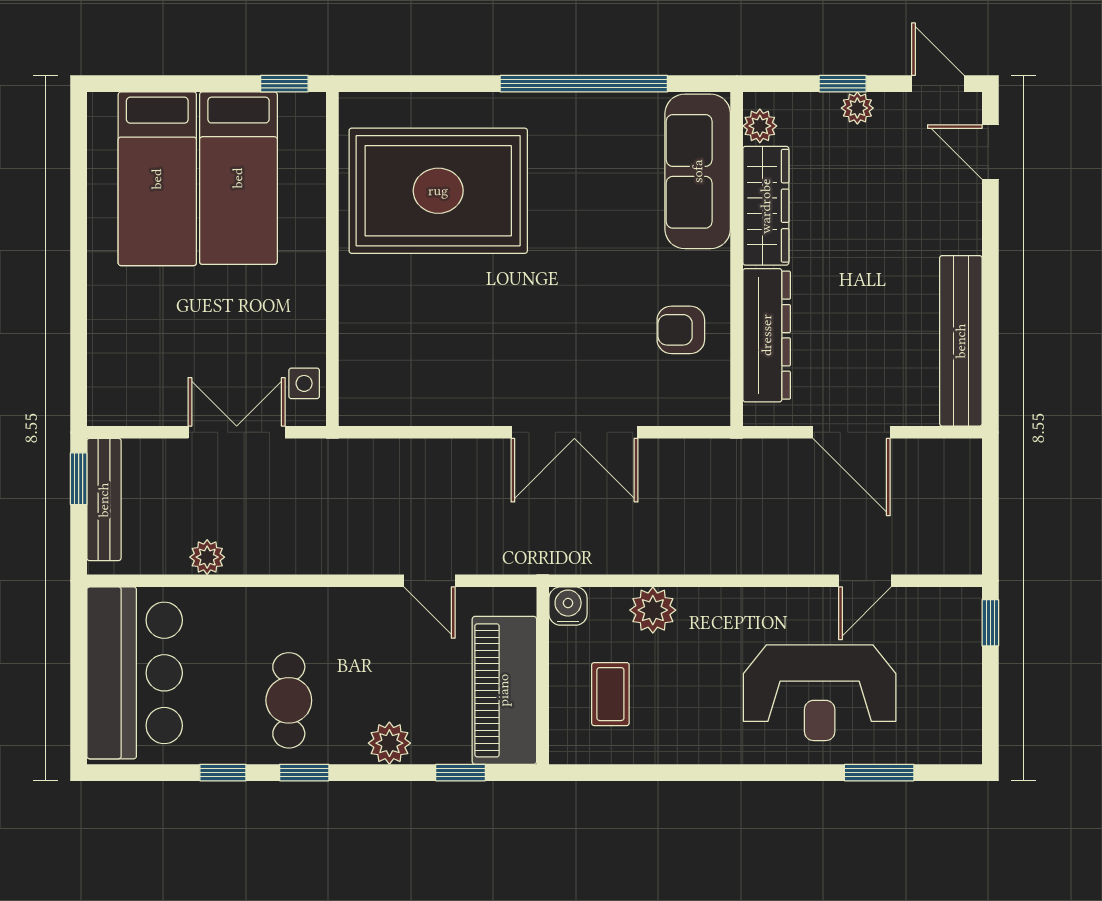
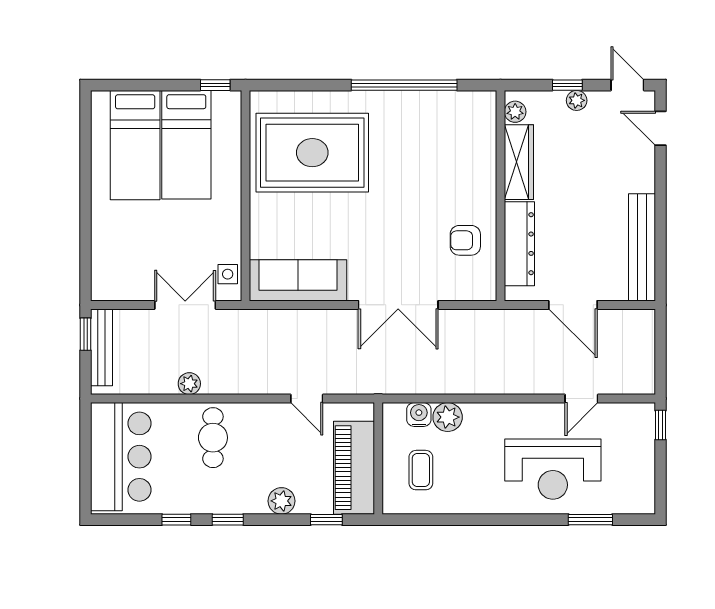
sofa: (698, 171) -> (298, 280), moved, turned 90
plant: (207, 557) -> (189, 384), moved
water cooler: (568, 606) -> (419, 415), moved
cafe table: (289, 700) -> (213, 438), moved

